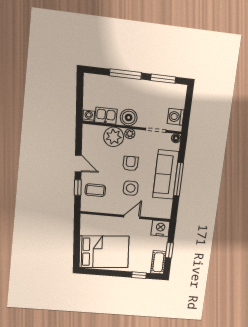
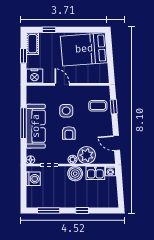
window: (125, 74) -> (82, 211), width x0.46
door: (78, 163) -> (116, 143), moved
door: (132, 217) -> (62, 84), swing flipped

